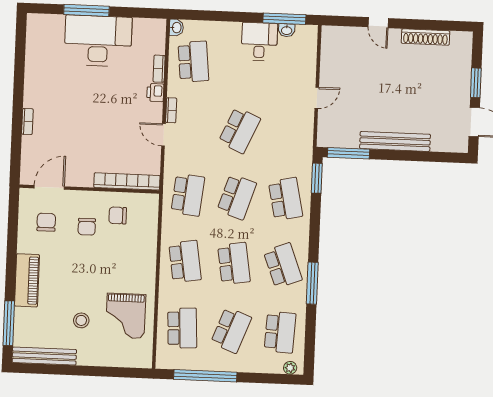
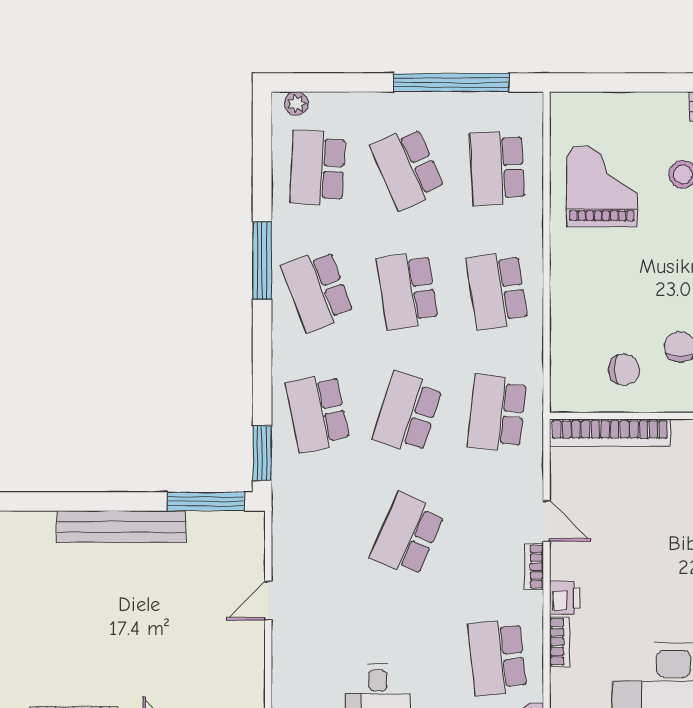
school desk: (231, 330) -> (407, 168), turned -45

